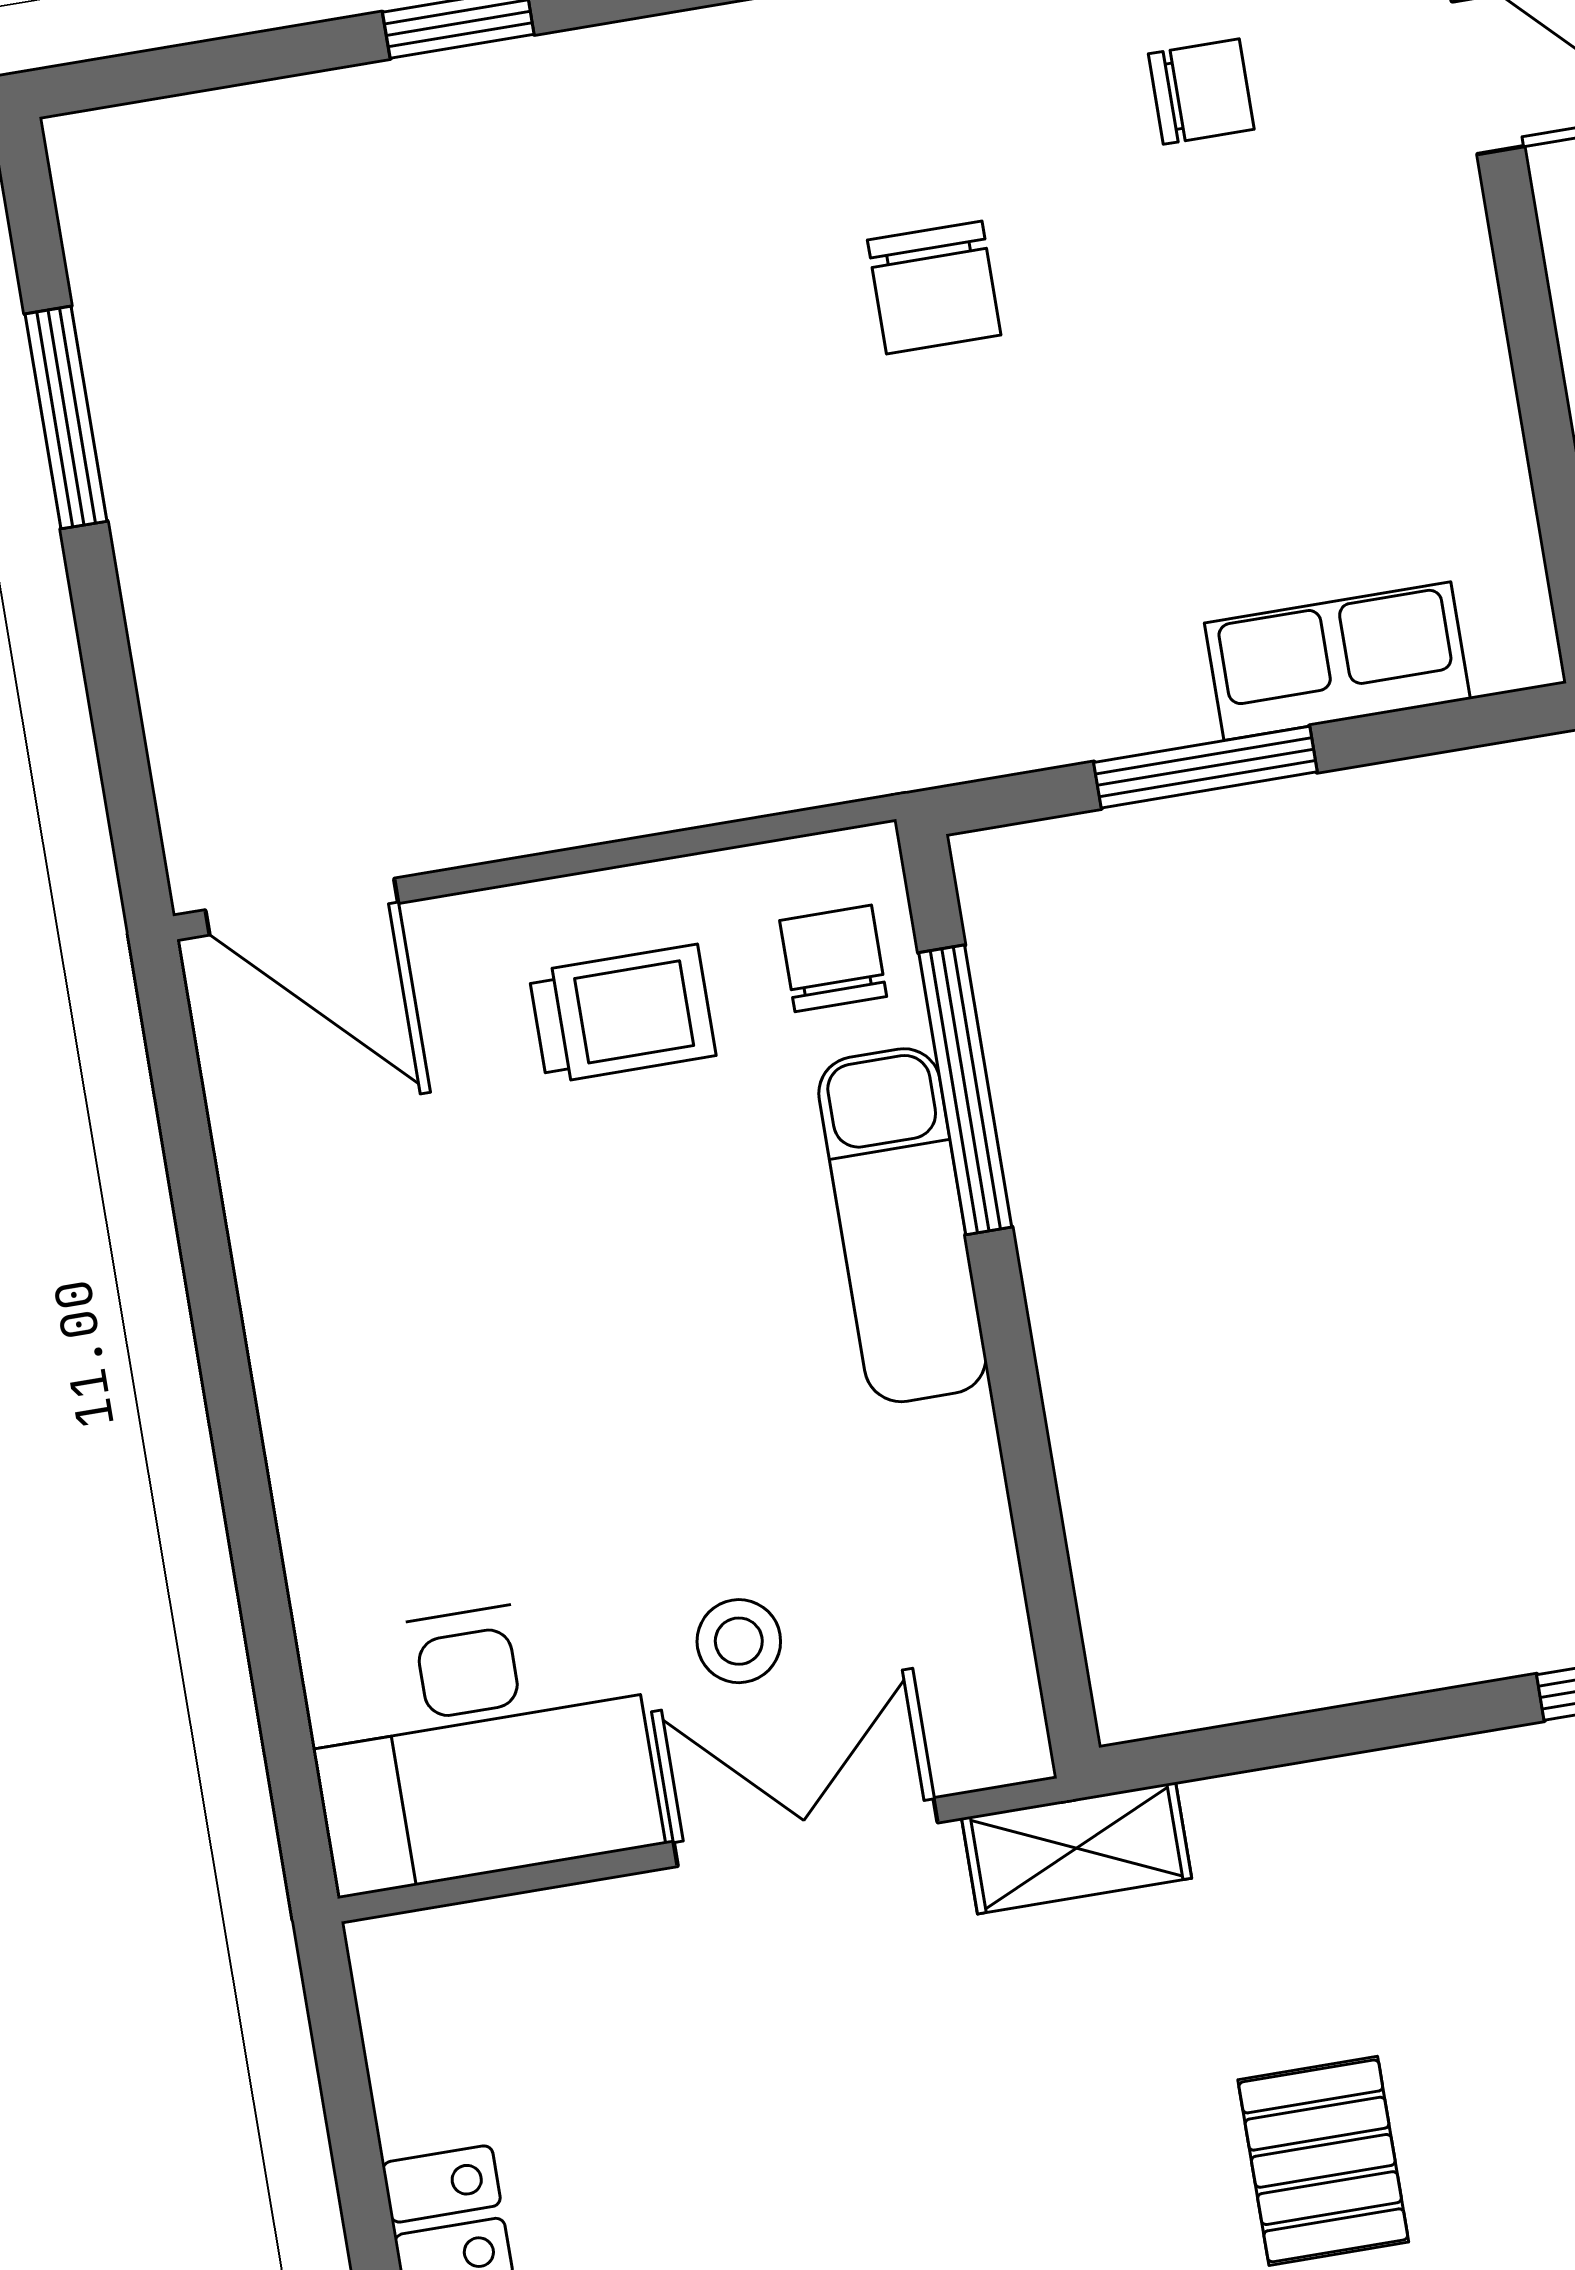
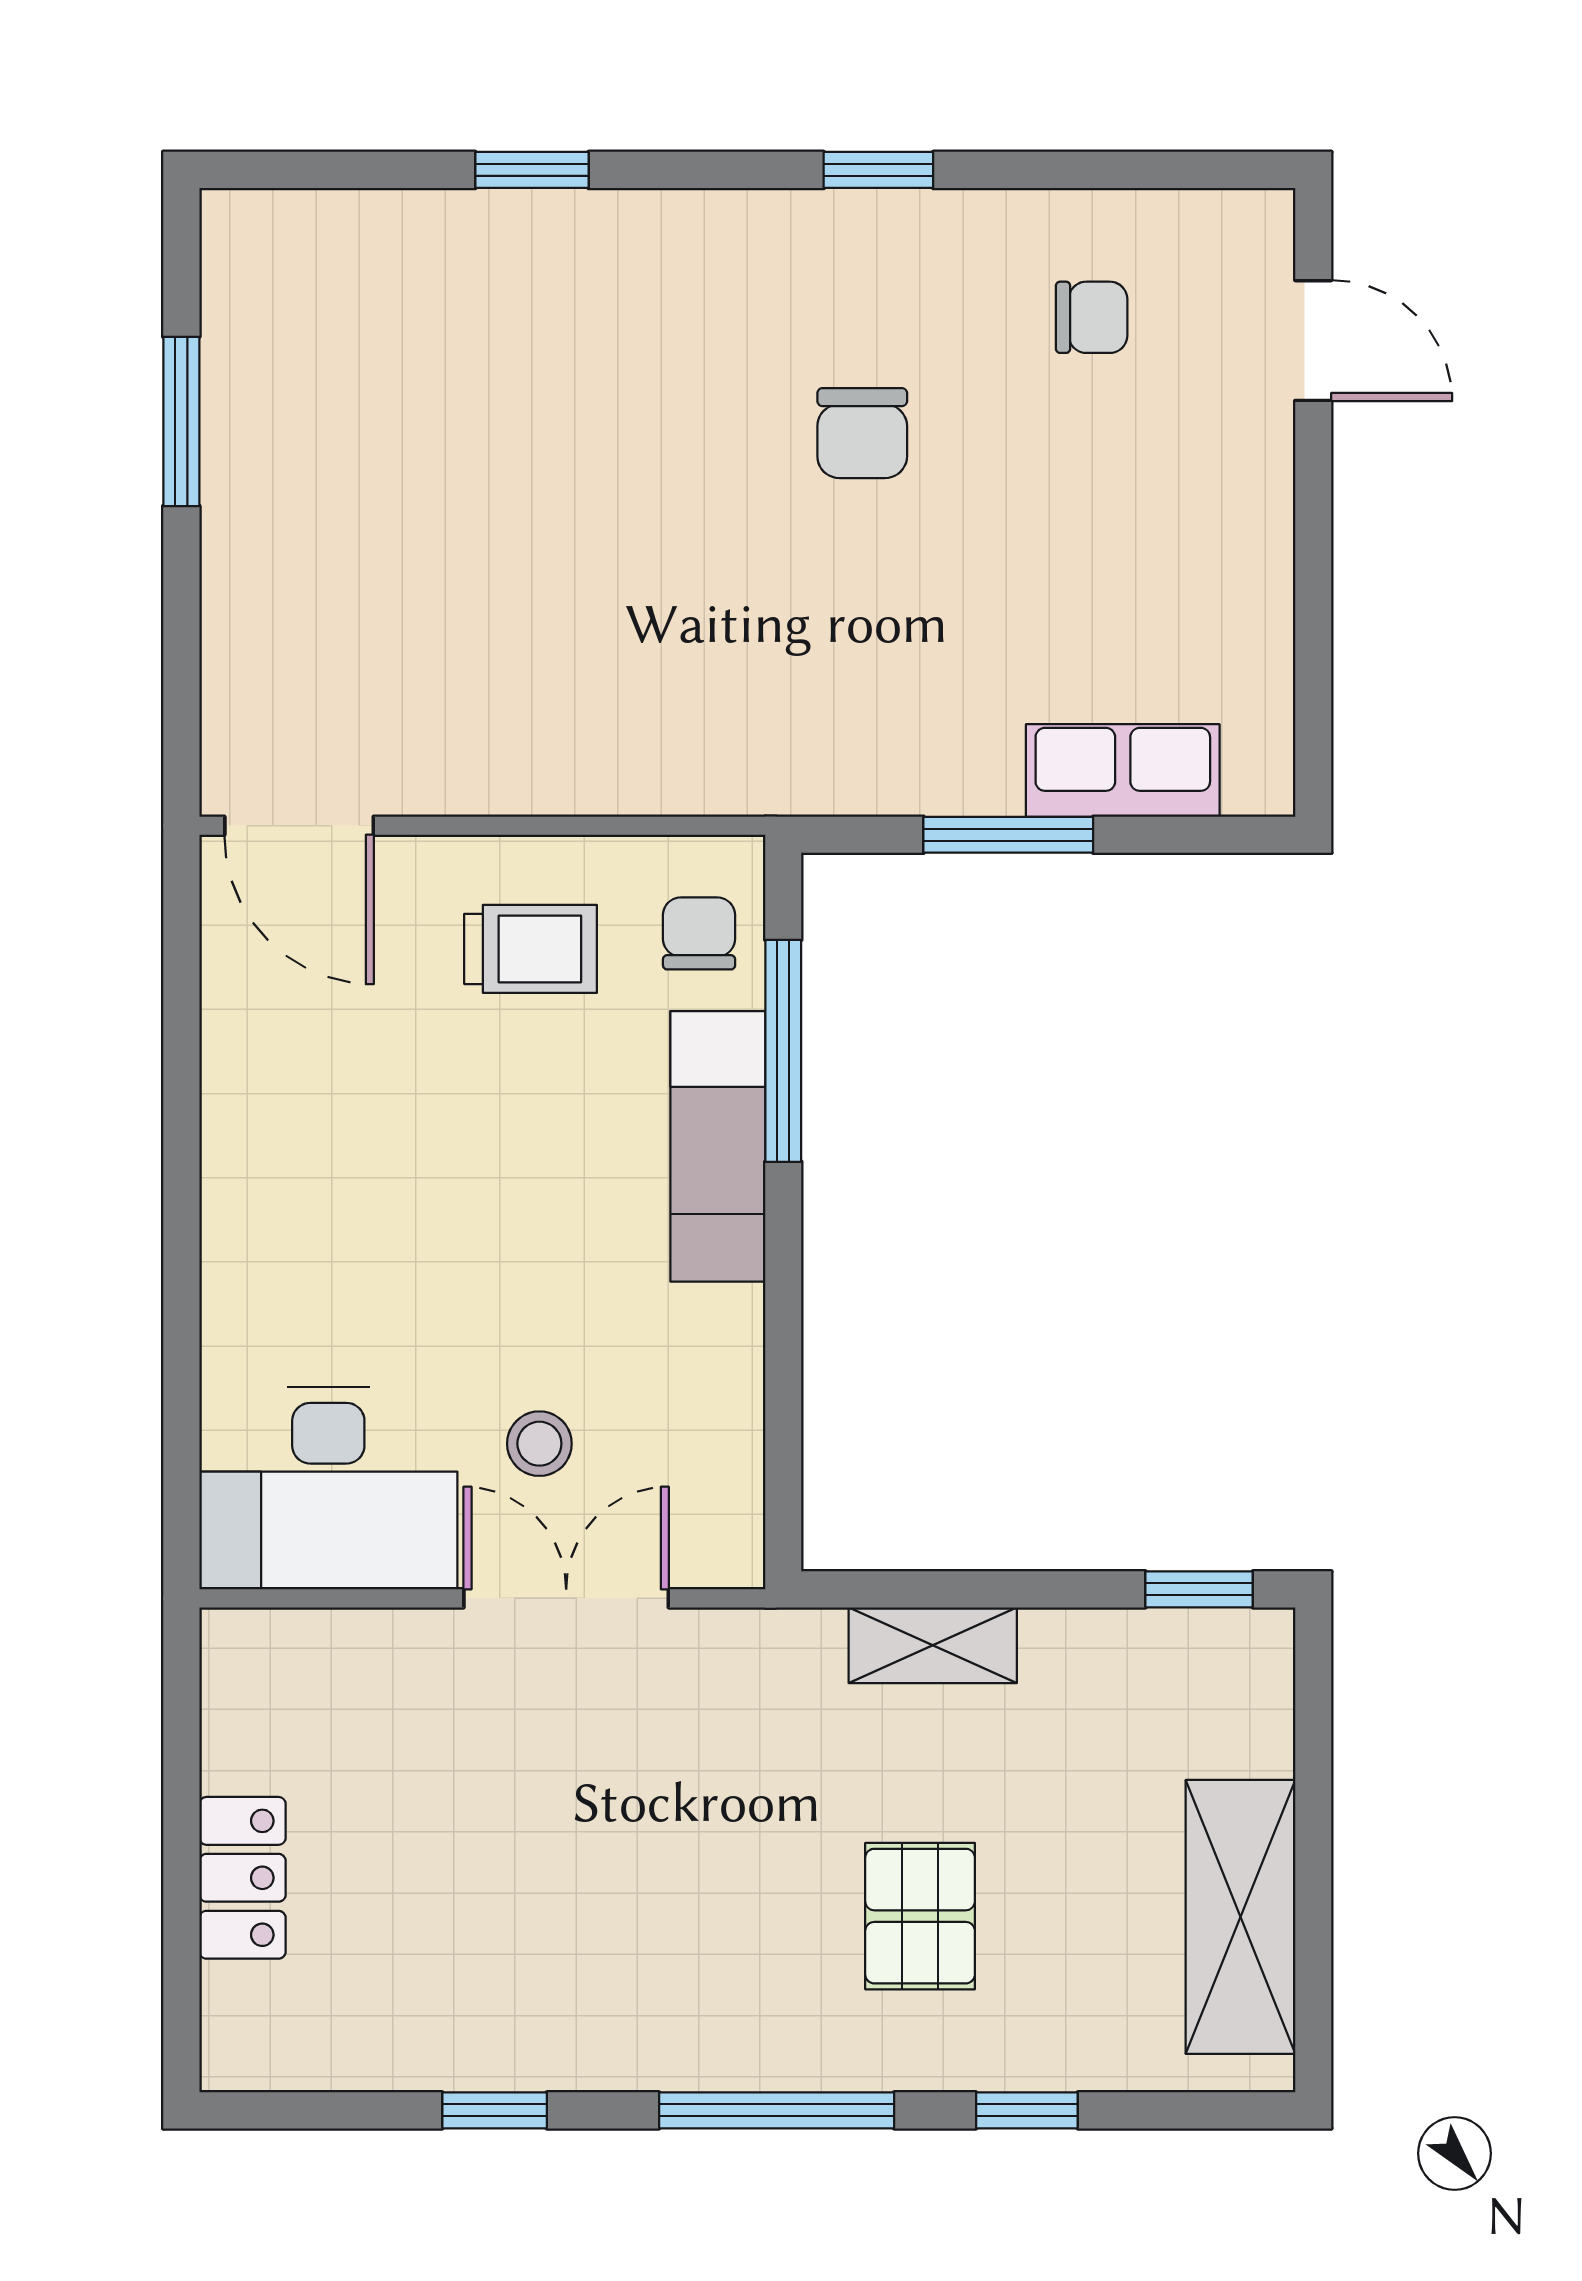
shelving: (1077, 1848) -> (933, 1645), moved

